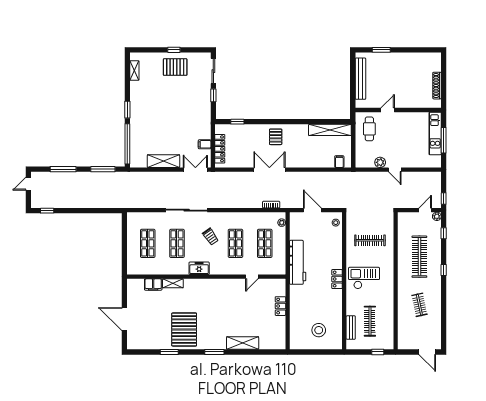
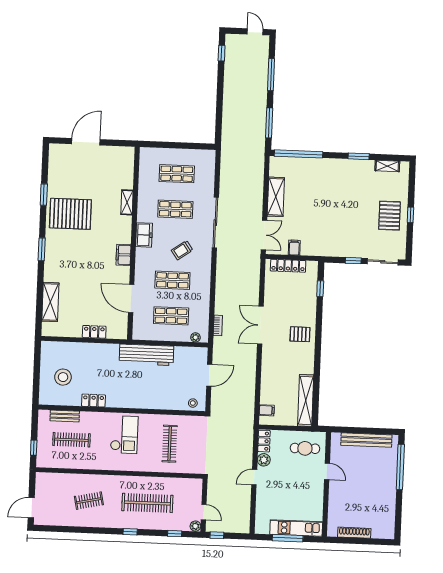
window: (381, 50) -> (400, 467), width x2.11
window: (127, 110) -> (359, 156), moved
locker: (365, 163) -> (264, 441), added
double door: (269, 170) -> (260, 325), swing flipped
door: (252, 277) -> (131, 299), width x1.88
locker: (337, 279) -> (93, 401), moved
filing cabinet: (153, 285) -> (123, 255), moved
shelving: (243, 343) -> (50, 302), moved

